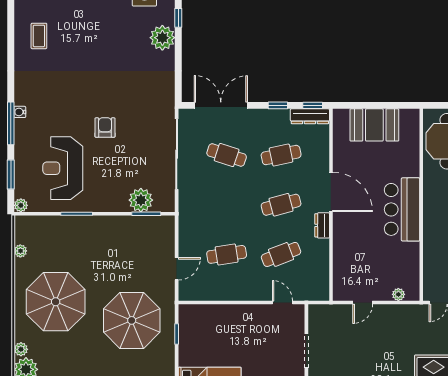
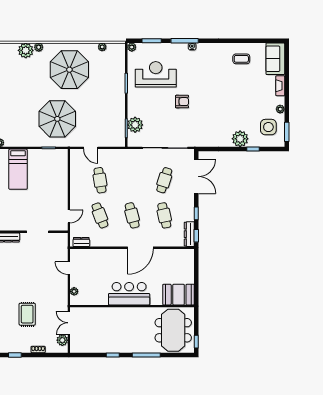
booth: (374, 125) -> (179, 295), moved, turned 90
dresser: (322, 225) -> (81, 242), moved

